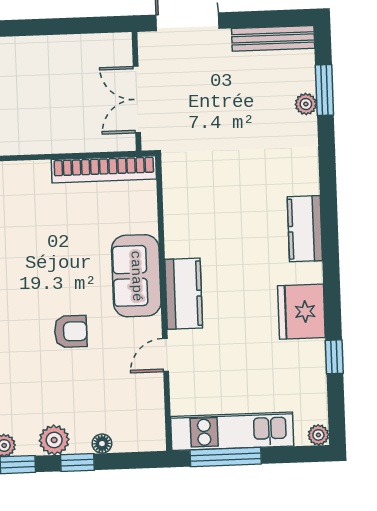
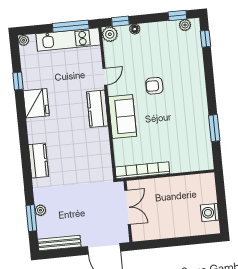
kitchen counter: (305, 229) -> (38, 161), moved
plant: (54, 440) -> (110, 34), moved
window: (77, 462) -> (120, 21), moved

